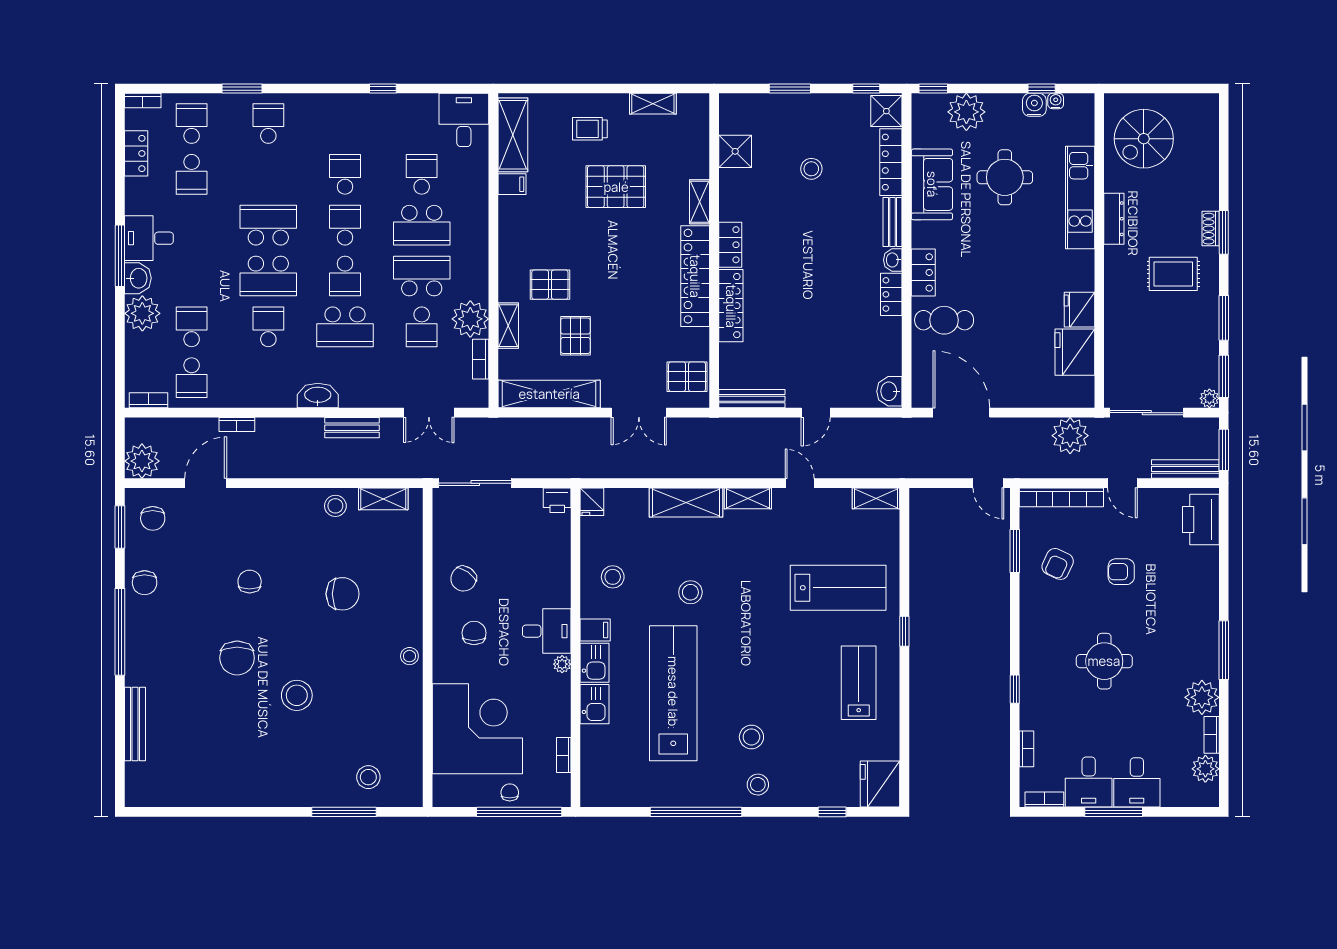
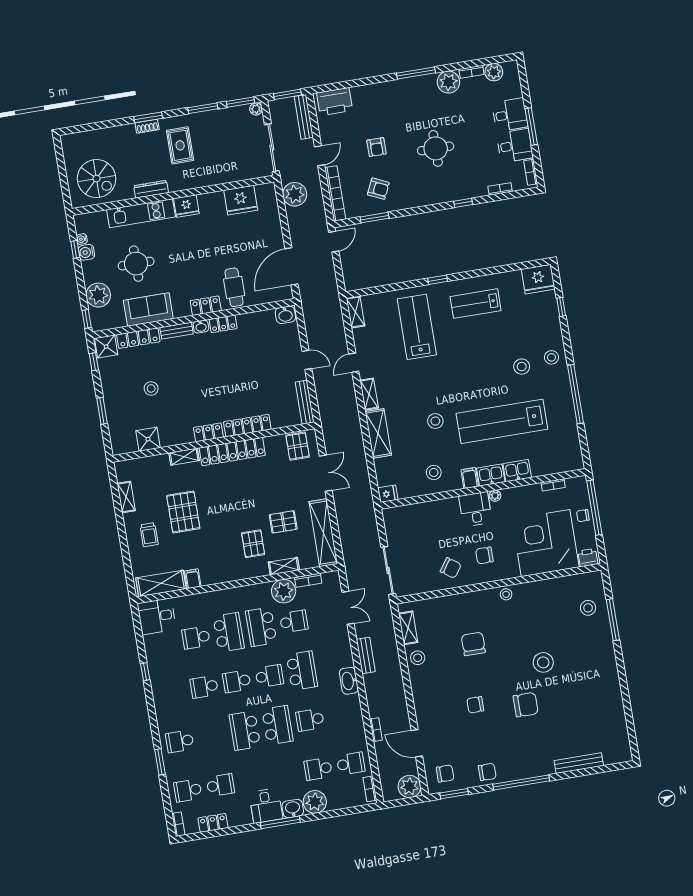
fridge: (1079, 310) -> (186, 206), moved
printer: (557, 500) -> (588, 558), moved, turned -90

